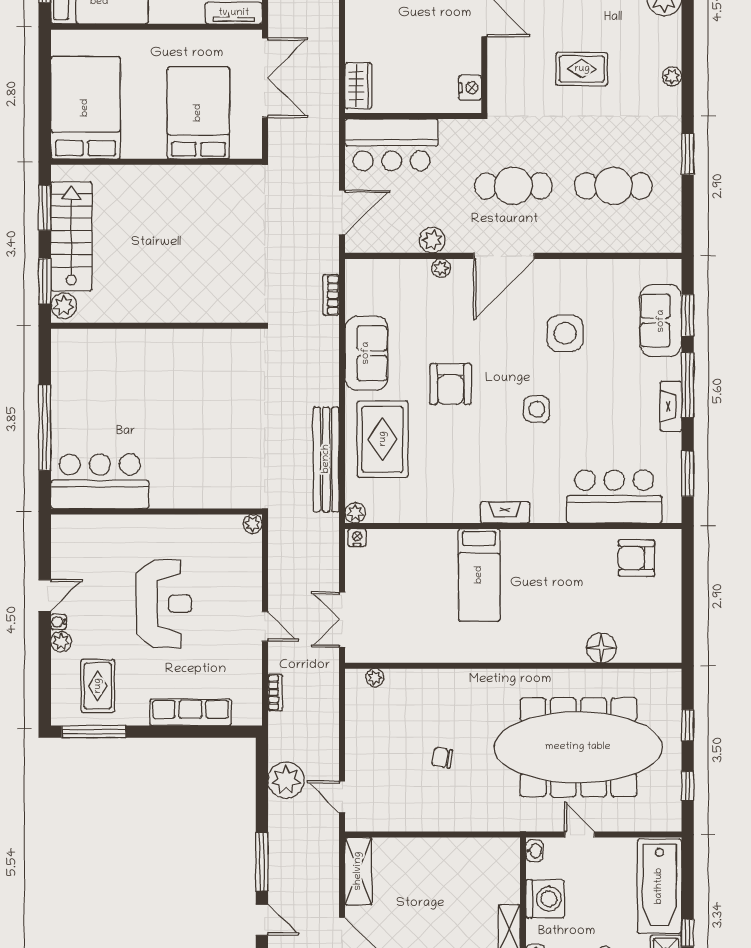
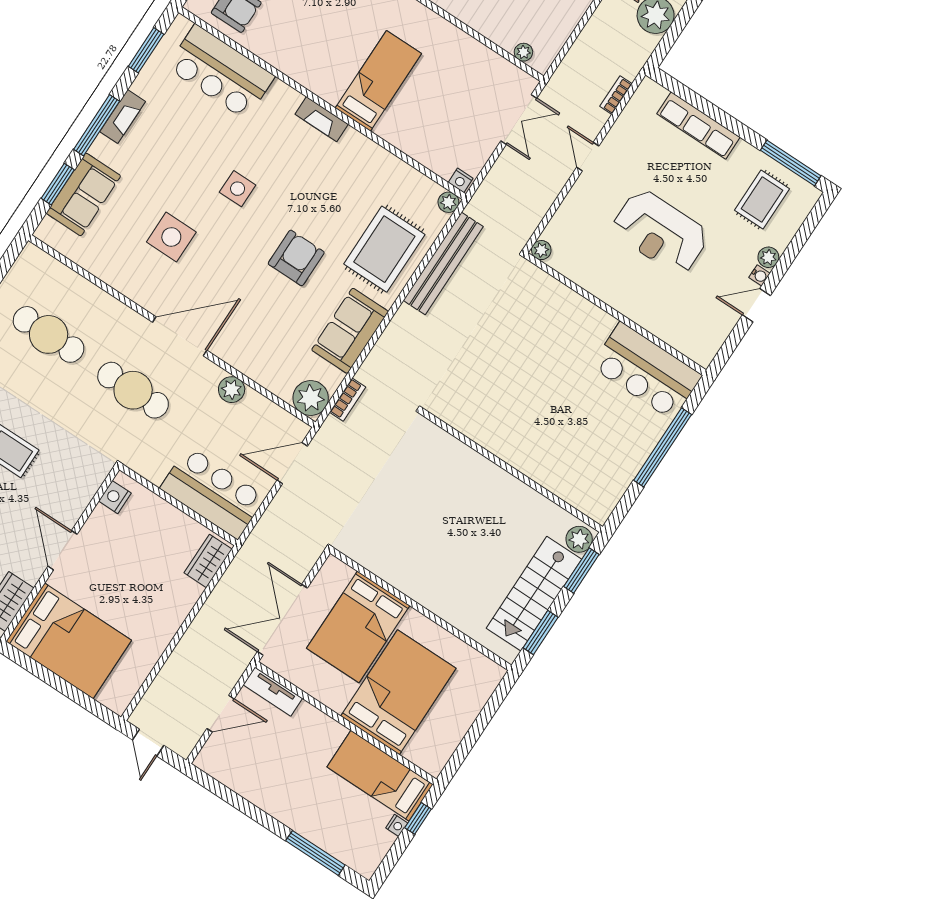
bed: (85, 108) -> (398, 692), moved, turned 180
plant: (441, 268) -> (311, 398), moved, width x1.88, depth x1.88
reception desk: (164, 604) -> (660, 232), turned -90

